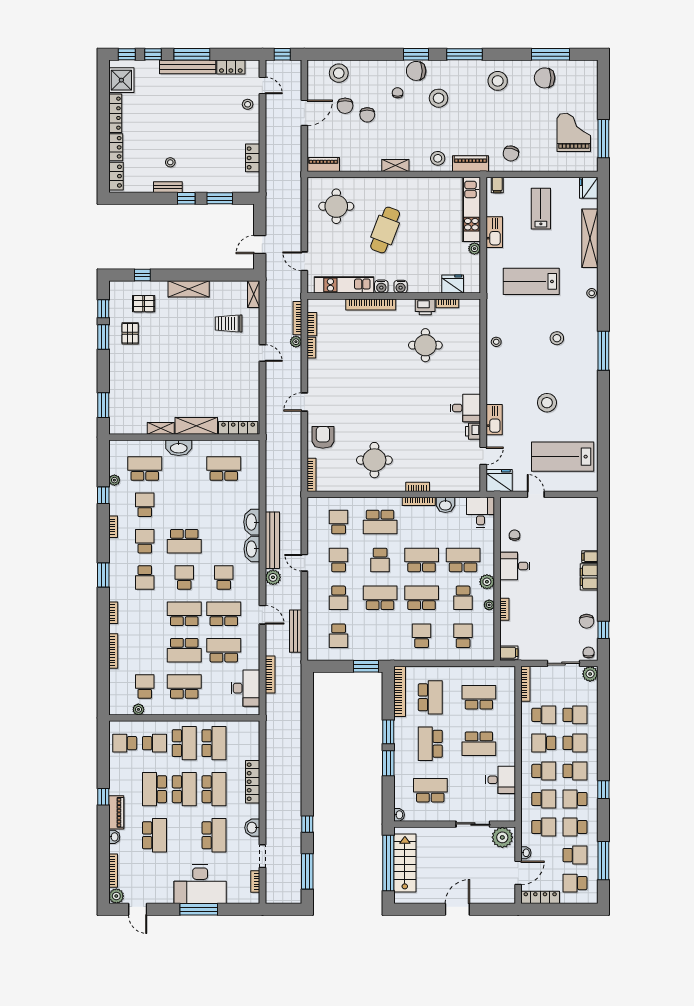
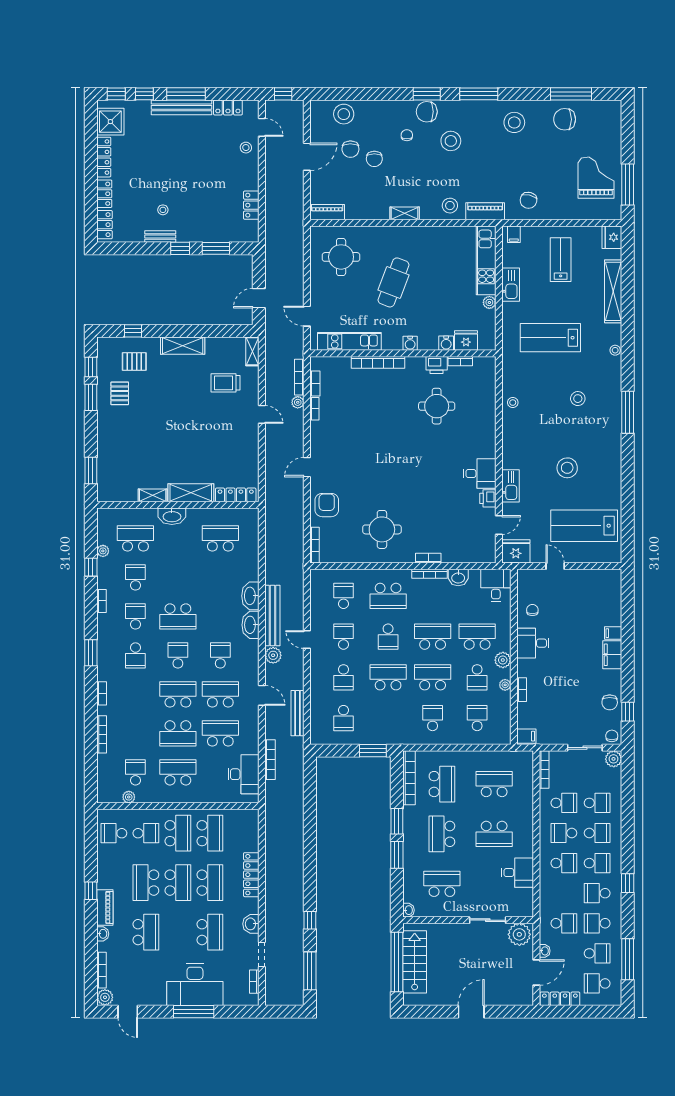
water cooler: (381, 287) -> (446, 343), moved
school desk: (544, 799) -> (564, 893), removed

